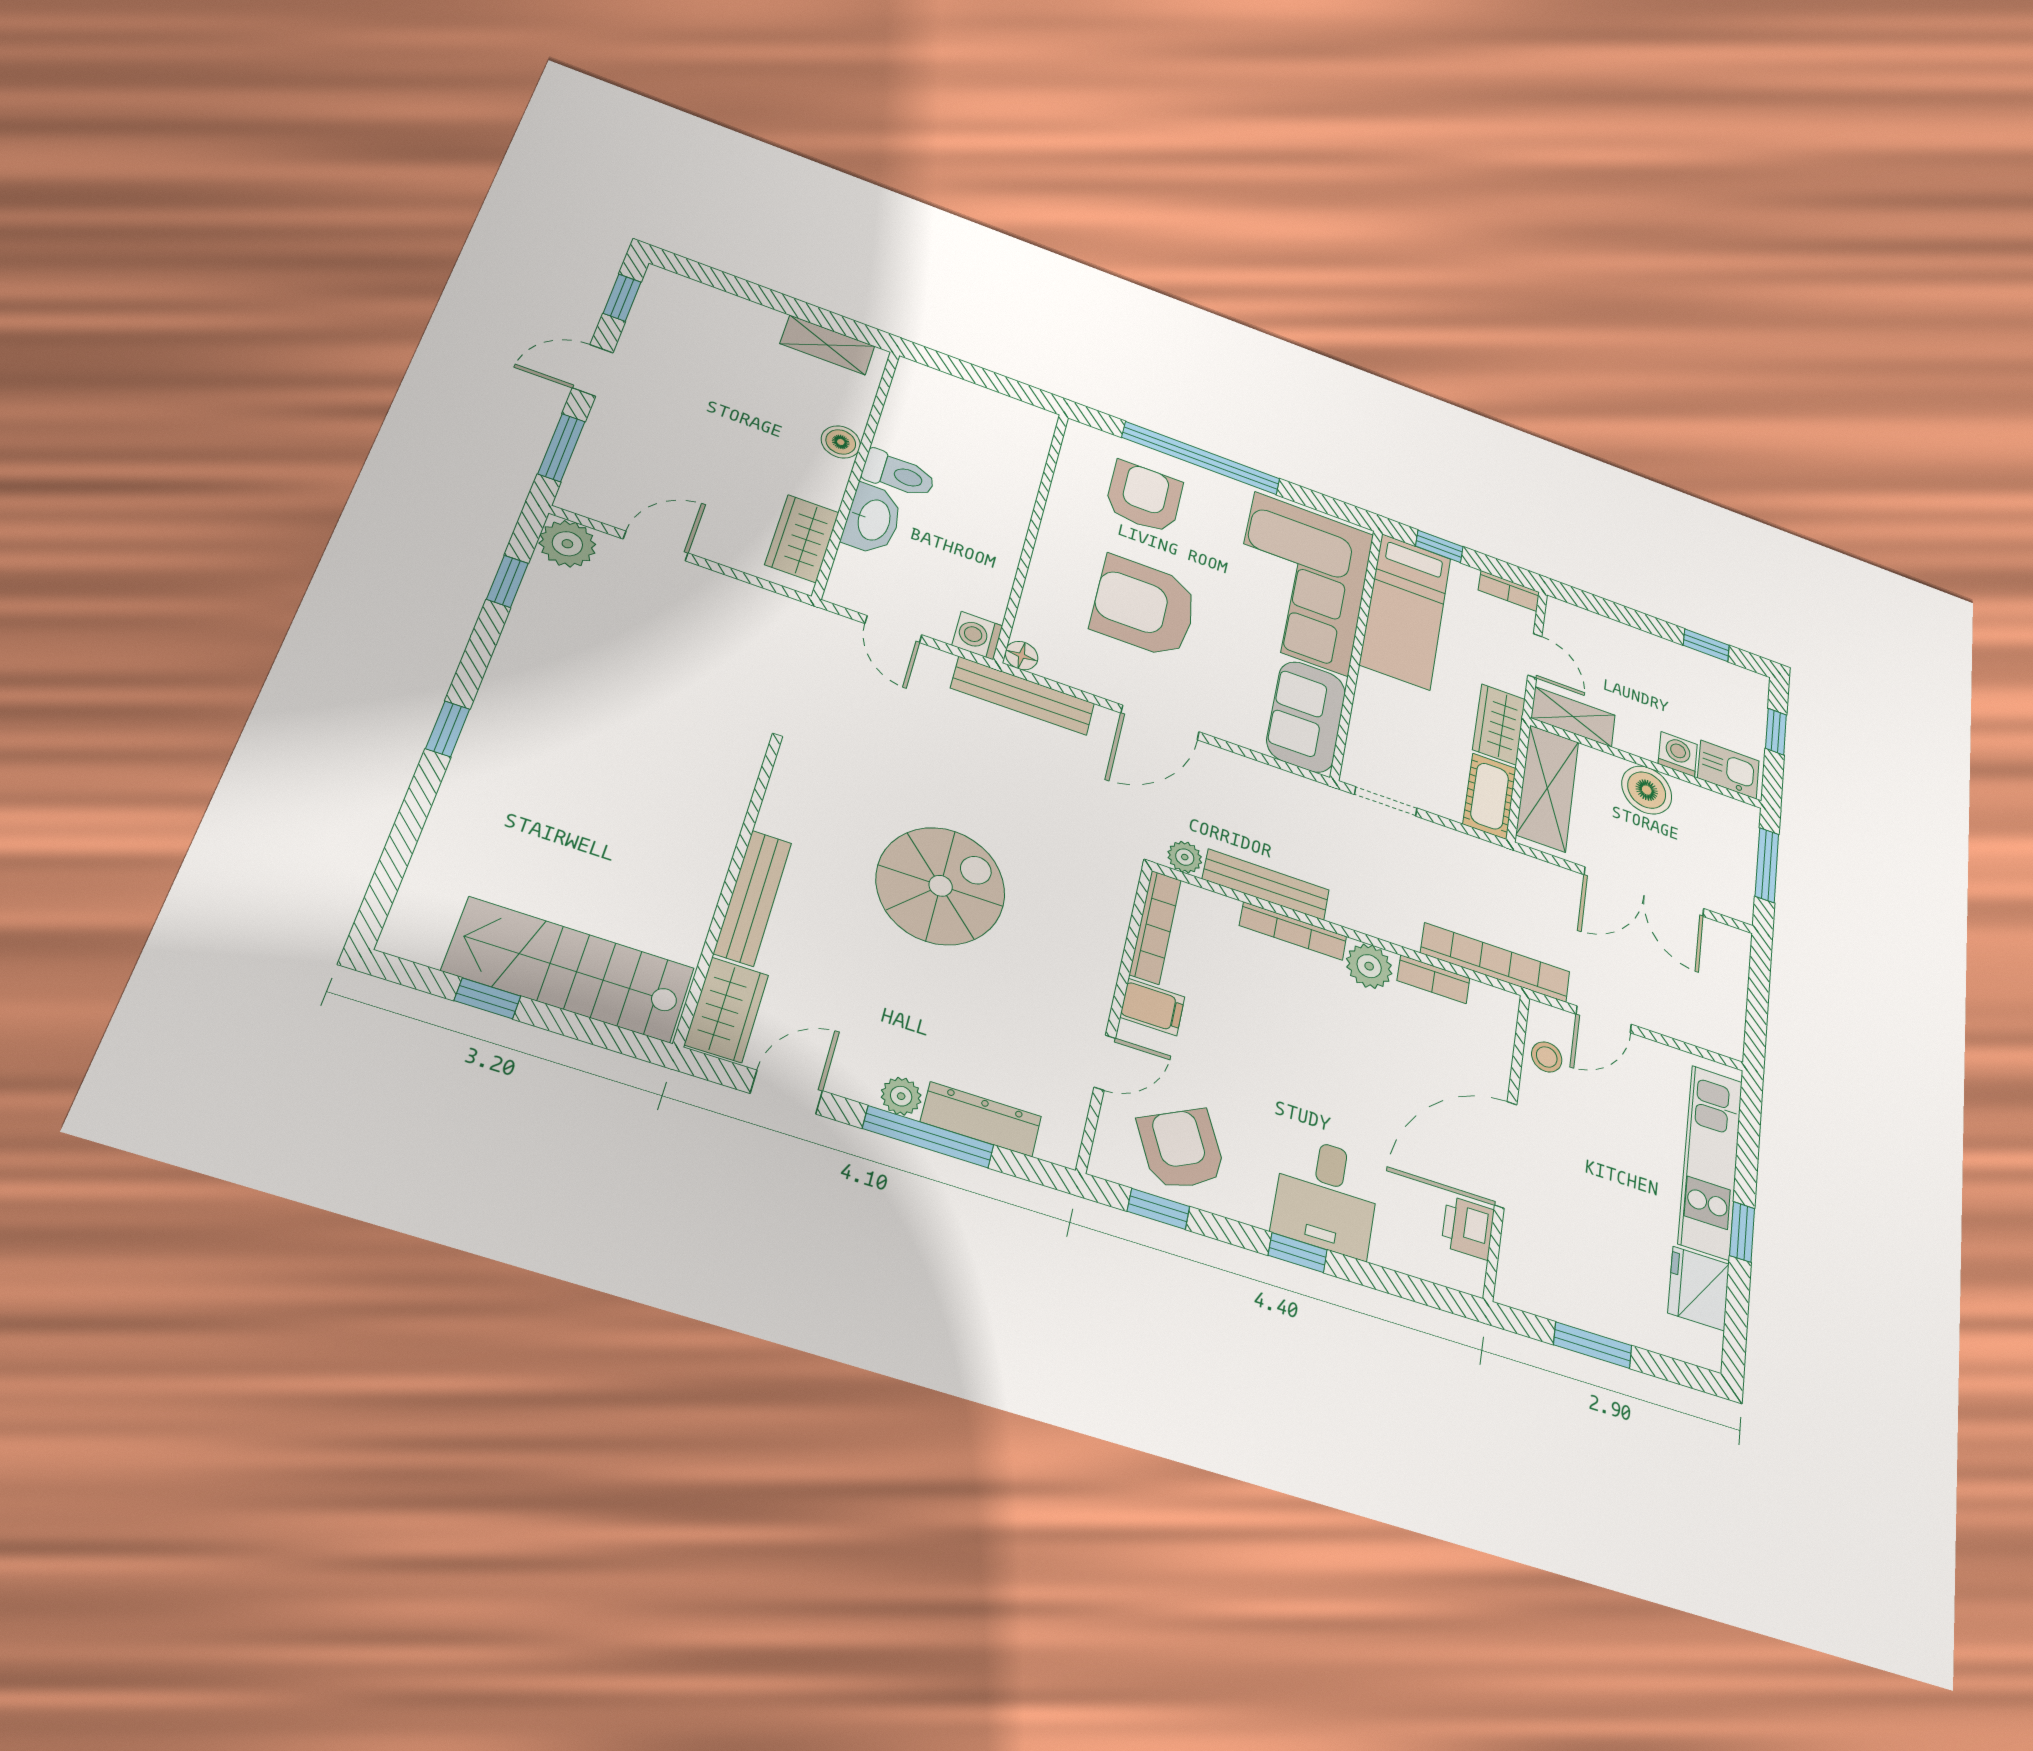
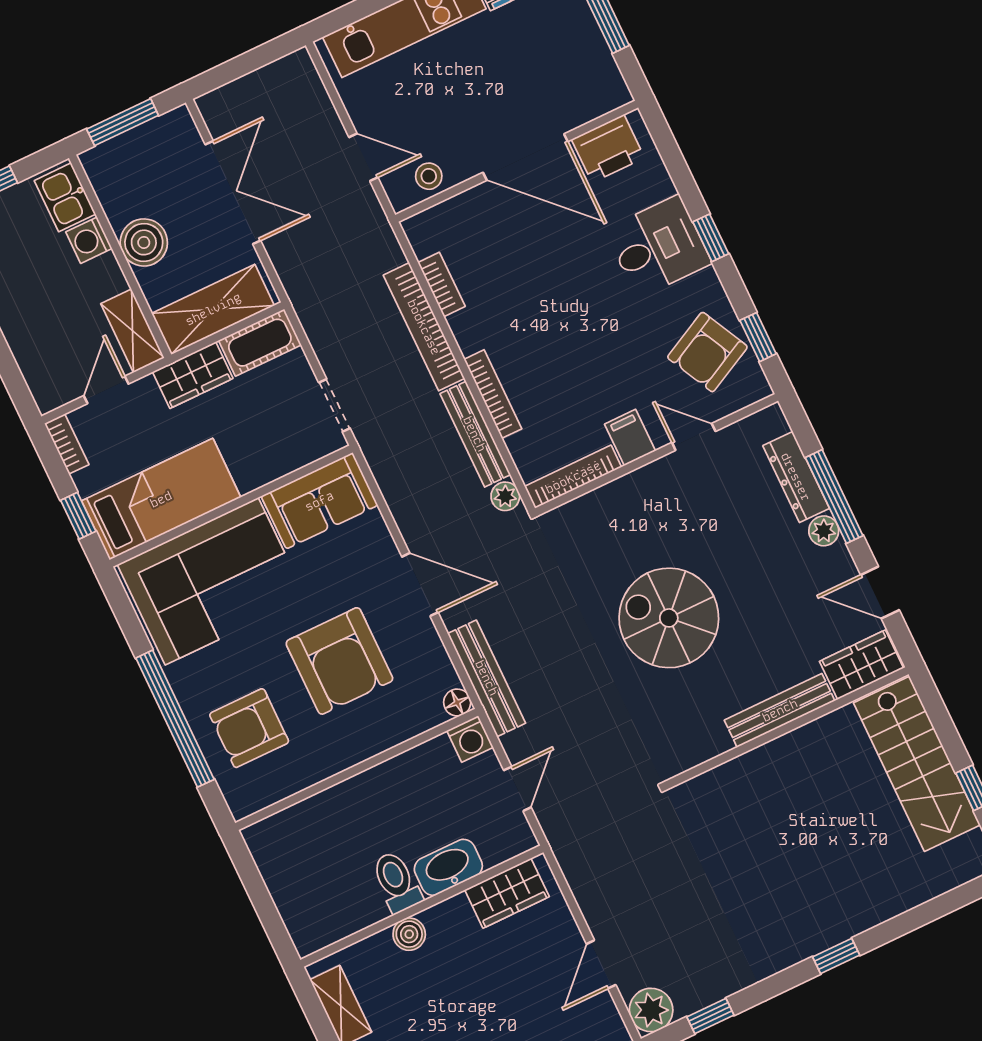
door: (656, 546) -> (601, 964), hinge flipped
bookcase: (1495, 962) -> (424, 327), moved
plant: (1369, 966) -> (472, 330), removed
printer: (1468, 1228) -> (608, 149), width x1.36, depth x1.24

